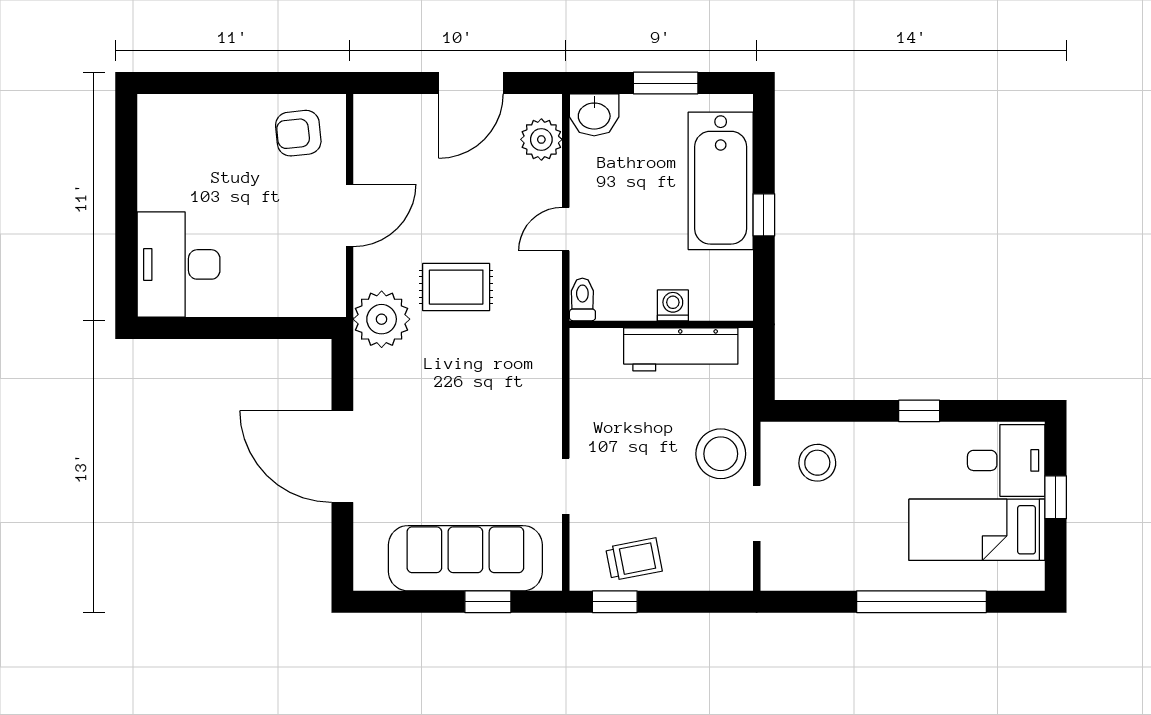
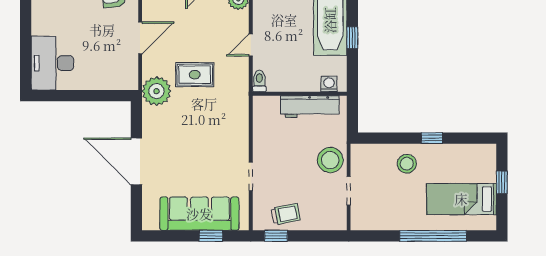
washing machine: (673, 305) -> (329, 84), moved
desk: (1006, 460) -> (476, 164), removed
stool: (817, 463) -> (407, 164), moved

